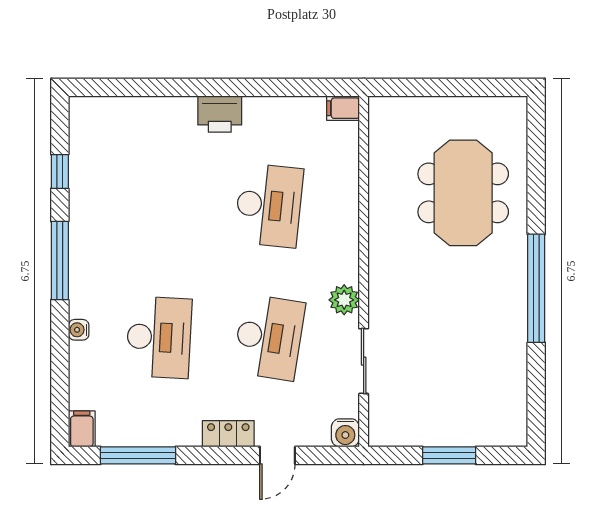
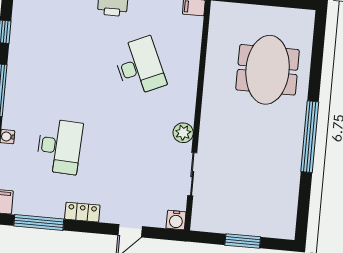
desk: (269, 205) -> (139, 66), turned -30
desk: (269, 337) -> (132, 153), removed
locker: (228, 434) -> (82, 212), moved

